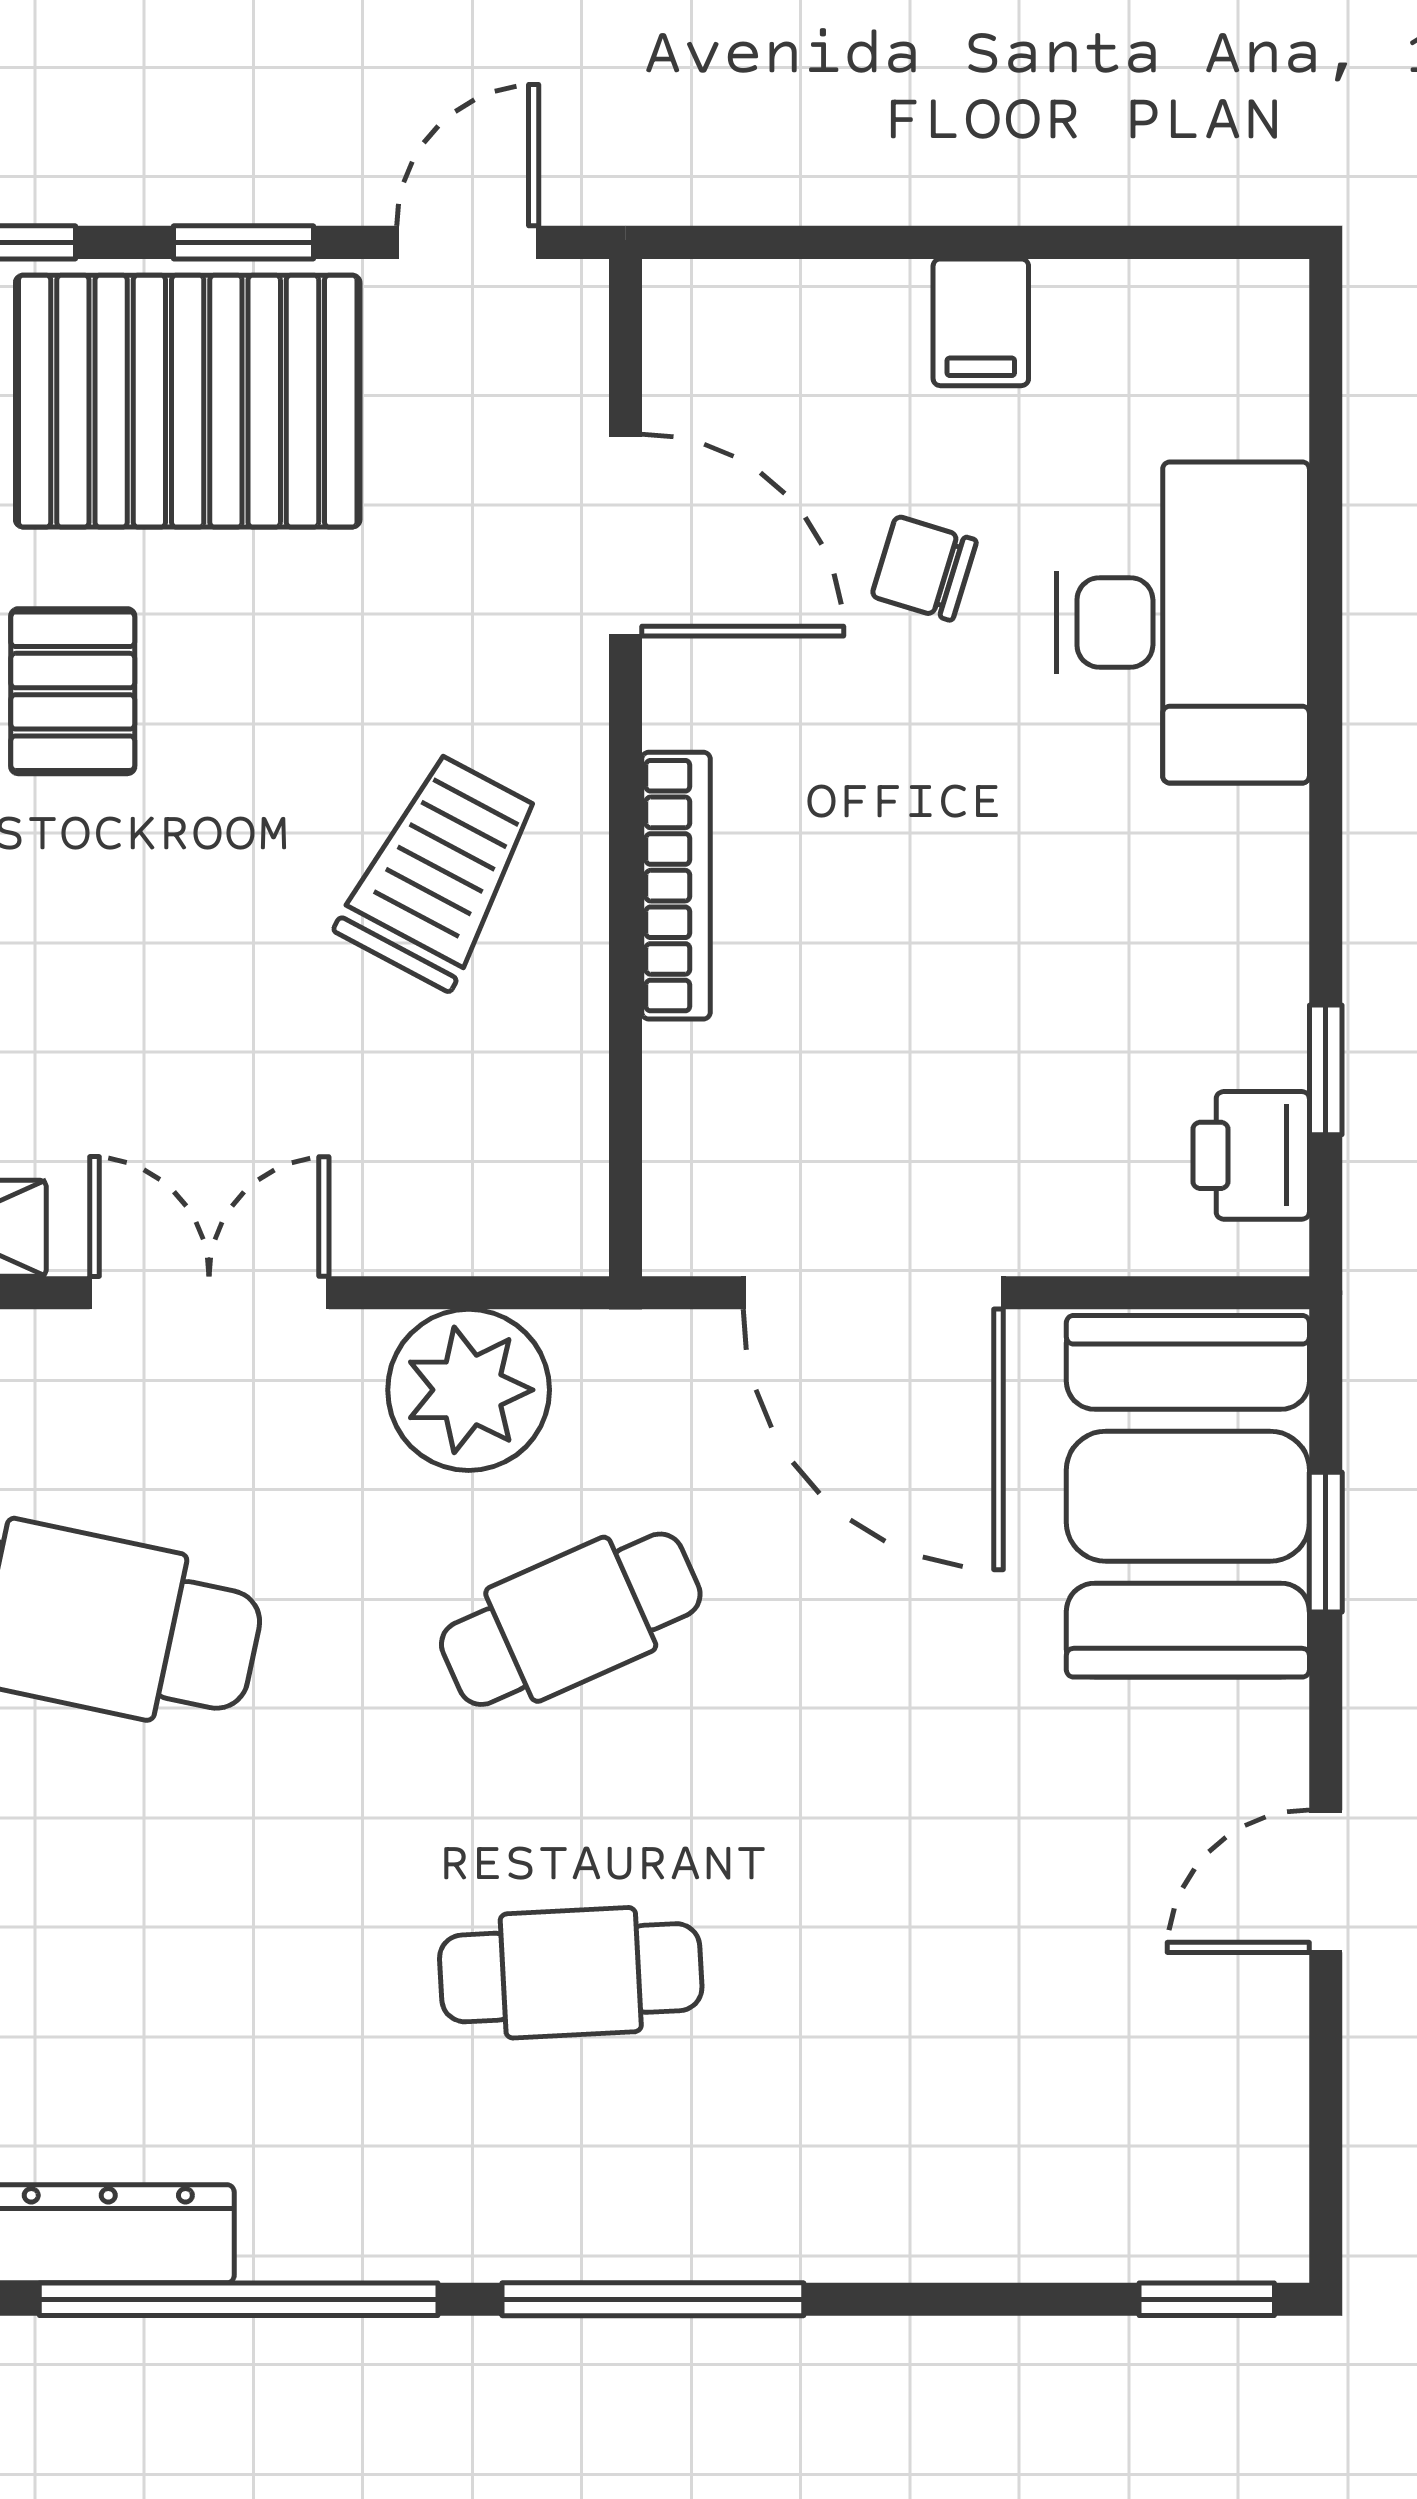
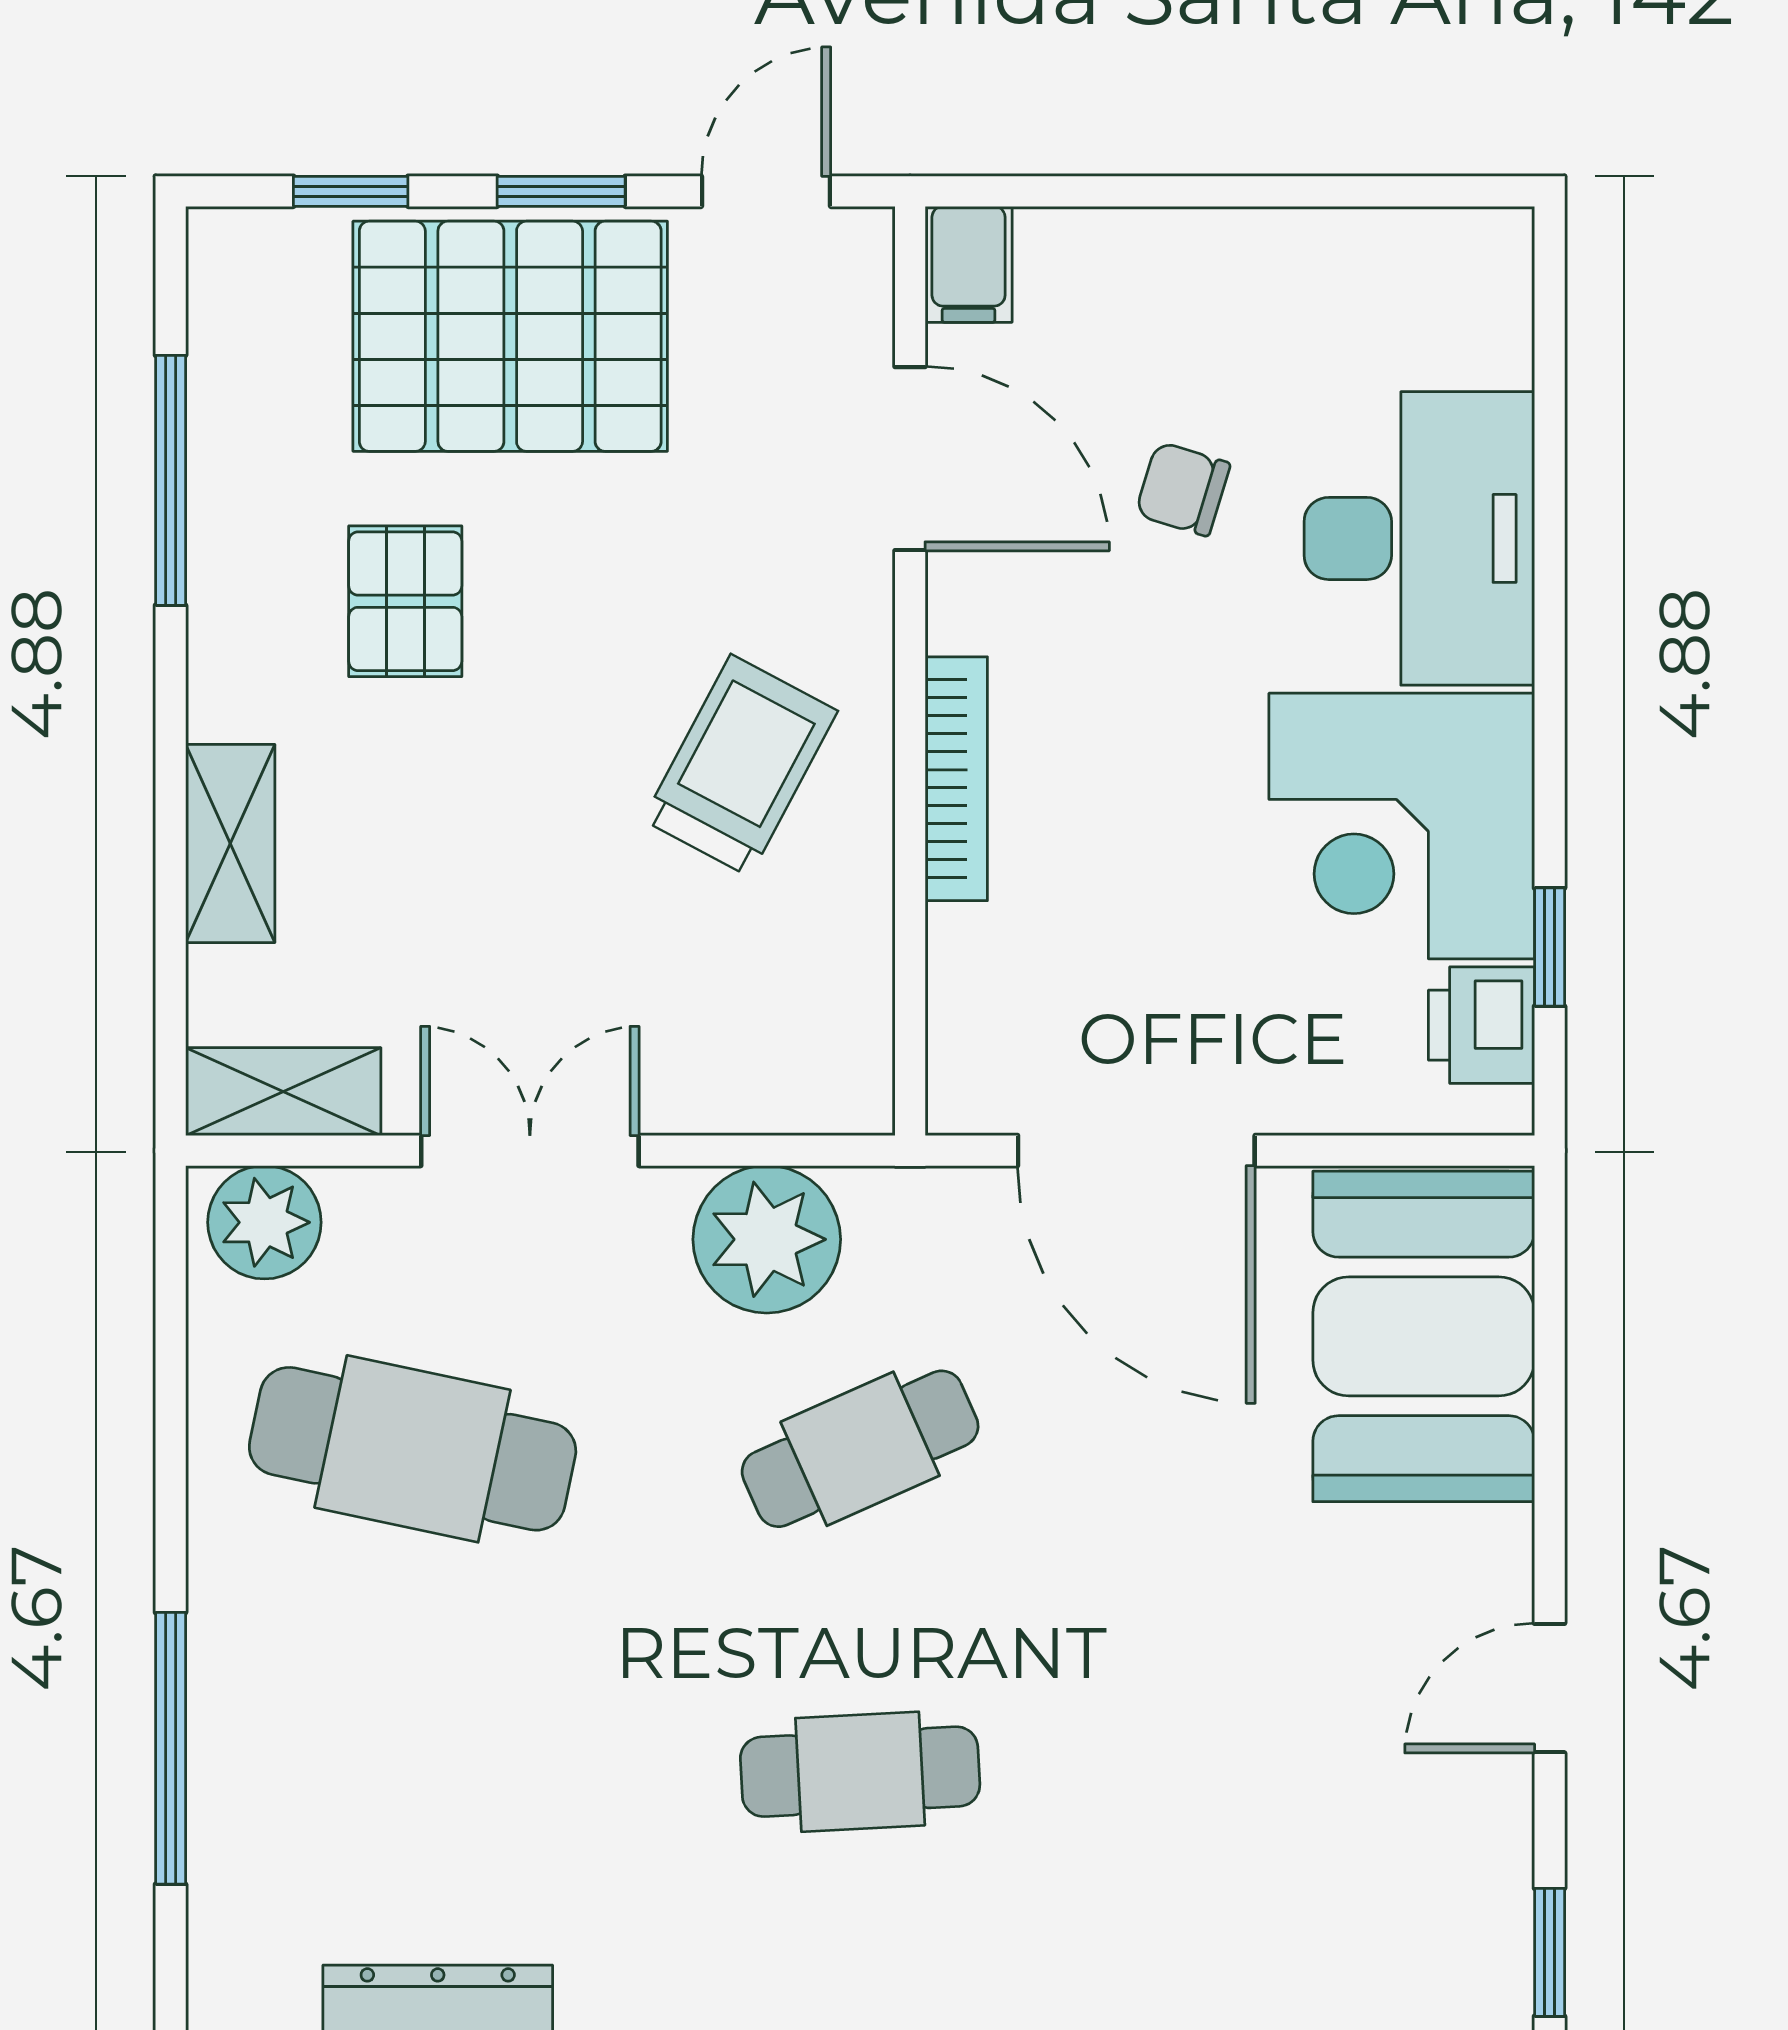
filing cabinet: (981, 322) -> (969, 264), moved
corner desk: (1164, 937) -> (1402, 826), added
window: (1326, 1542) -> (1550, 1952), moved

